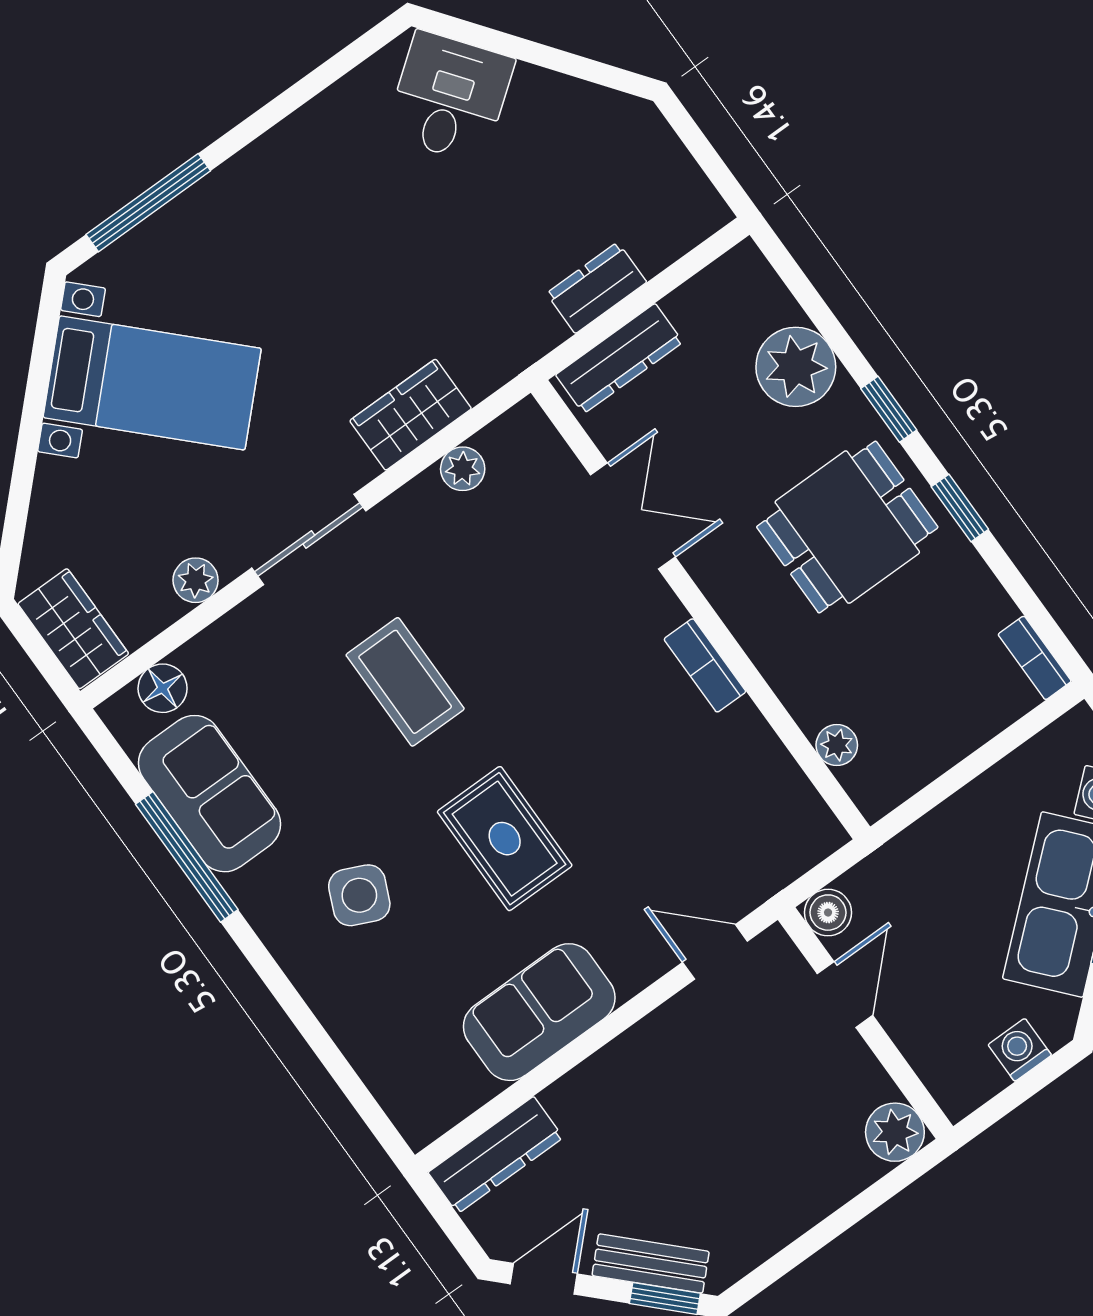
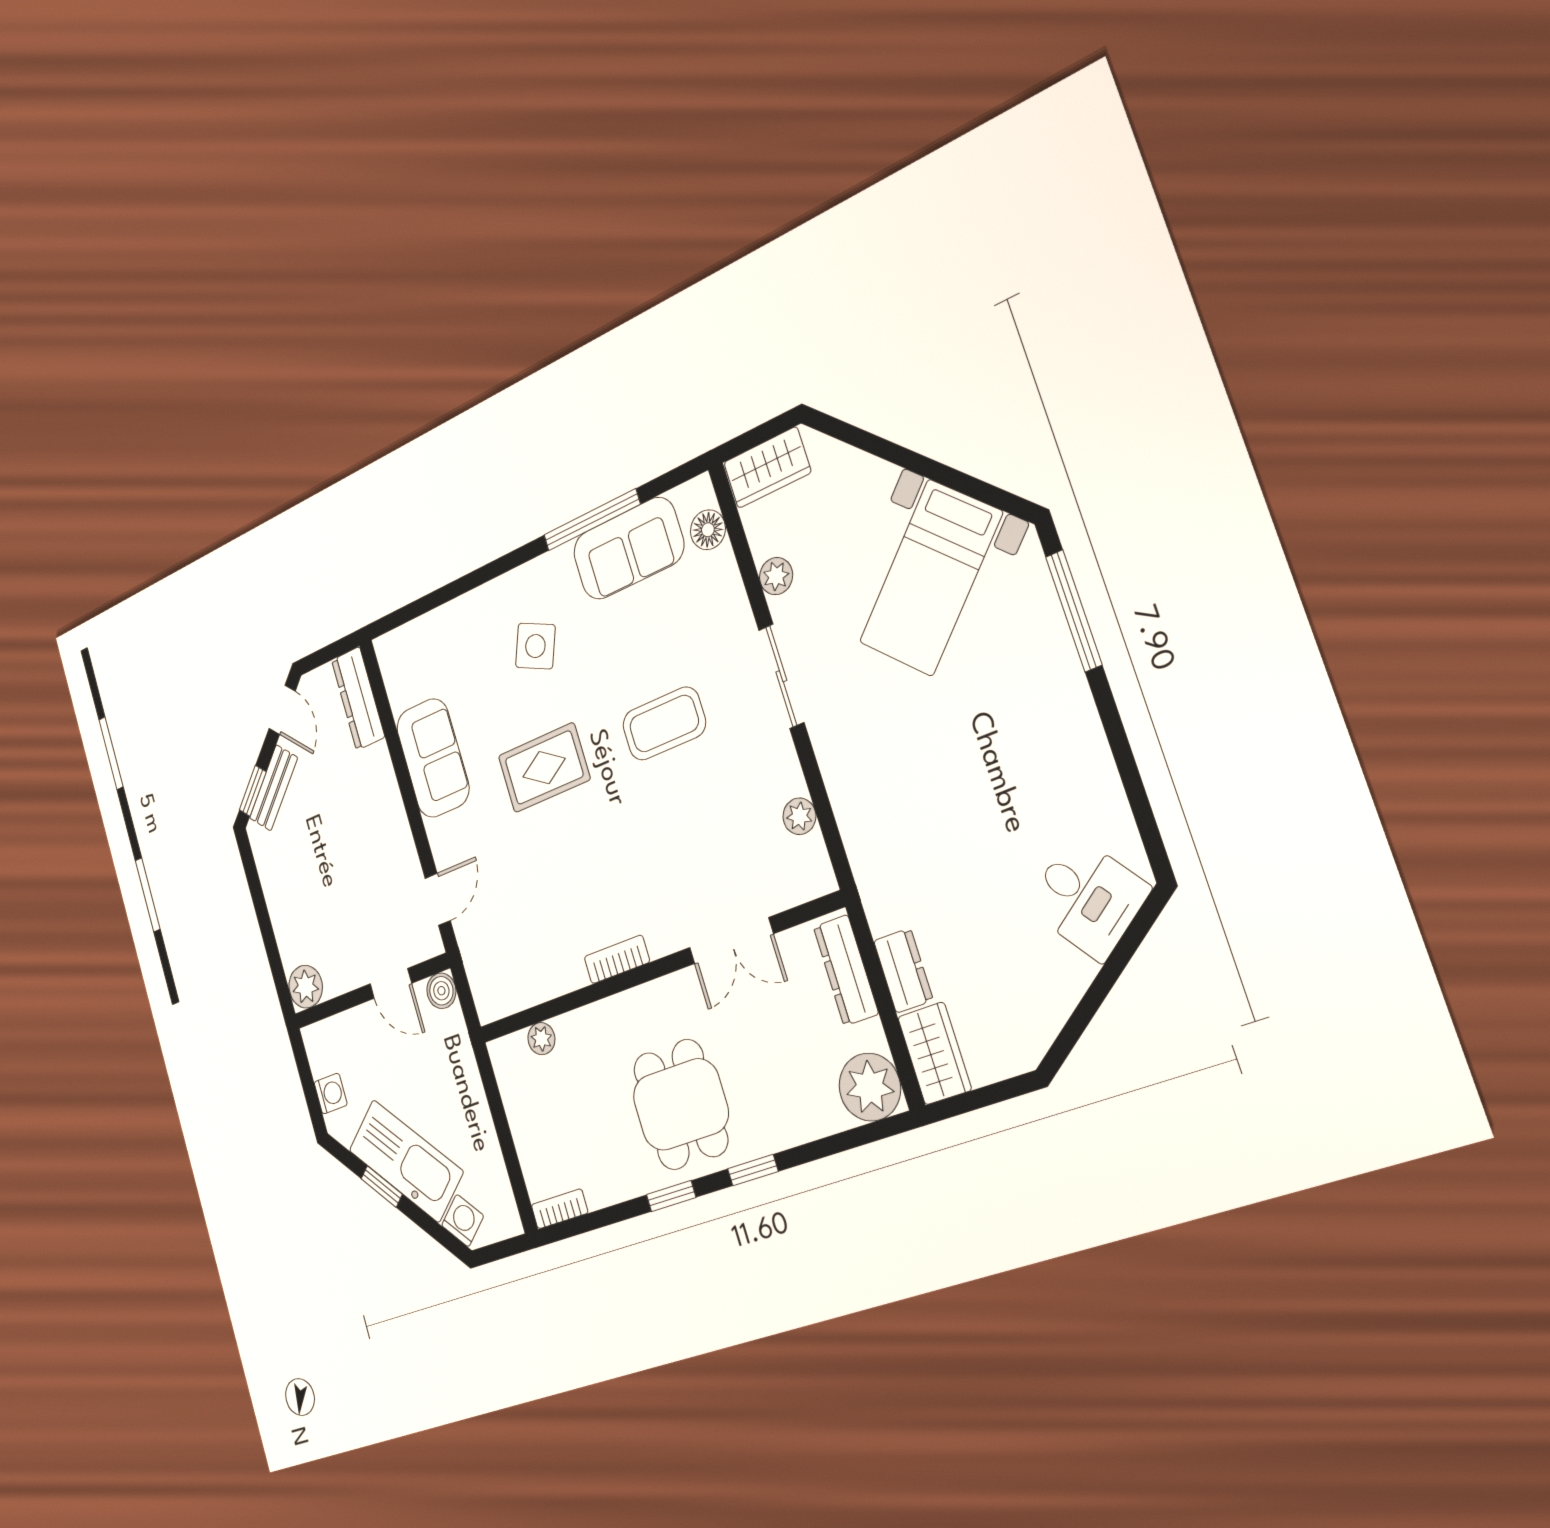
plant: (796, 367) -> (870, 1087), moved
wardrobe: (411, 415) -> (935, 1053), moved

